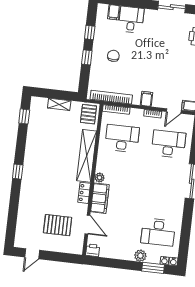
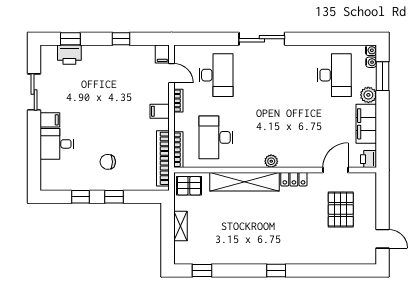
filing cabinet: (114, 12) -> (50, 120), moved
desk: (168, 144) -> (216, 75), turned 180
filing cabinet: (100, 198) -> (366, 124), moved, turned -90

